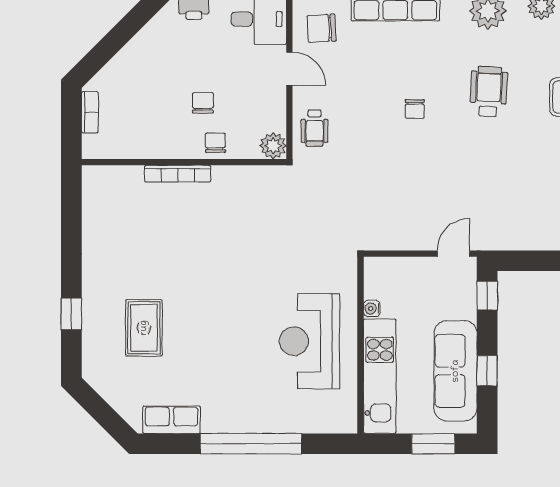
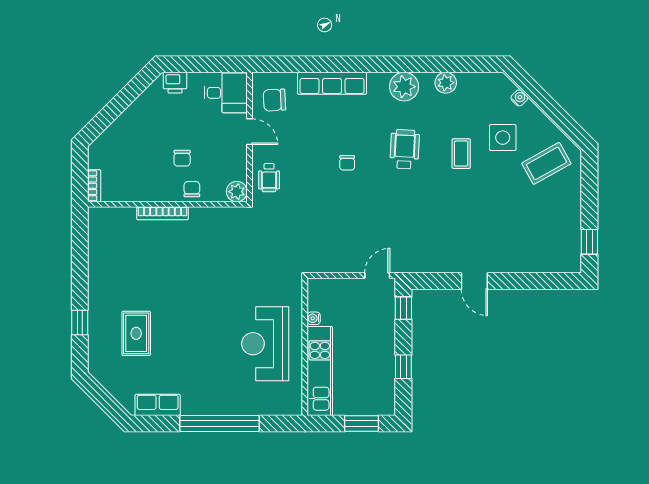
chair: (203, 103) -> (182, 158), turned 180
bookcase: (90, 112) -> (94, 186), moved
sofa: (456, 371) -> (379, 367), removed

